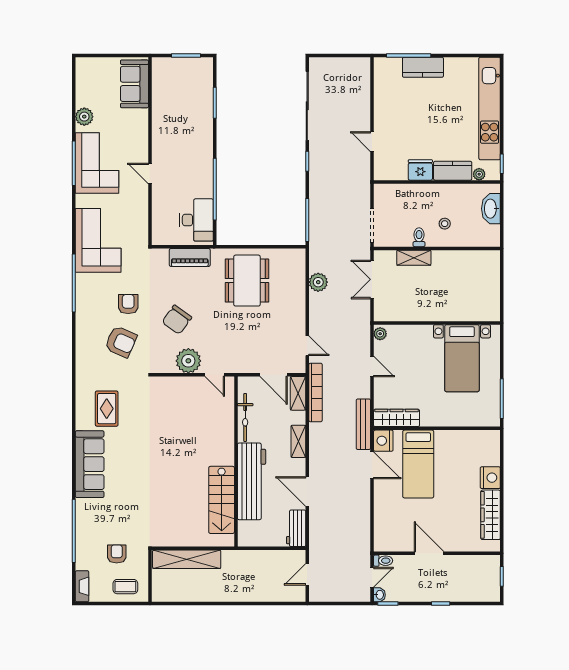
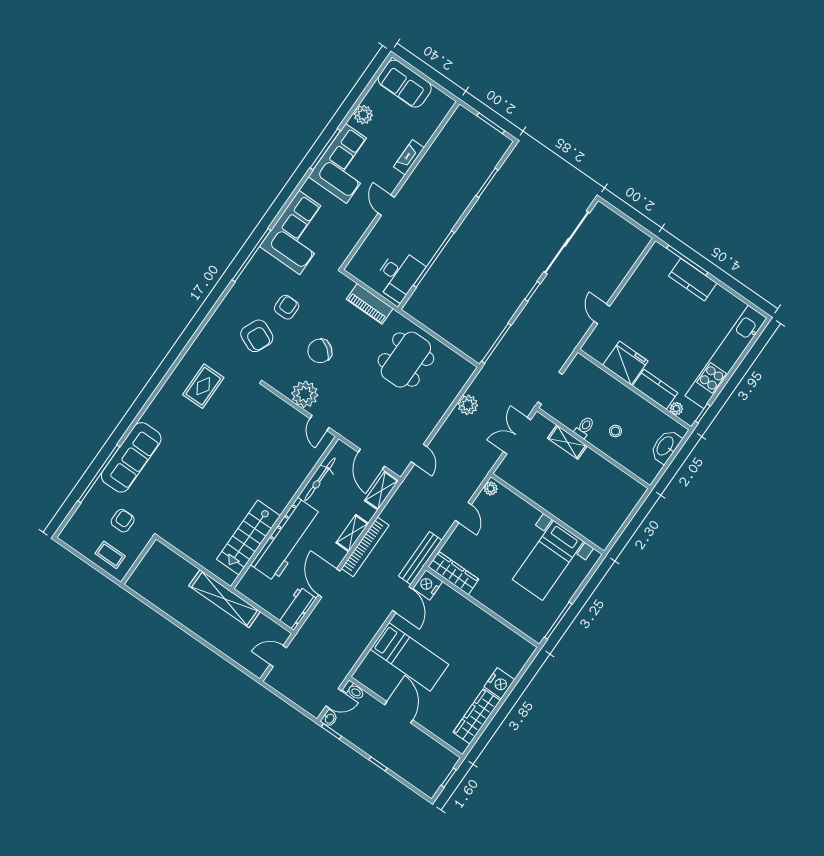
sofa: (134, 84) -> (405, 84), moved, turned -90
fridge: (420, 170) -> (625, 363), width x1.36, depth x1.34
bookcase: (316, 392) -> (365, 547), moved
sofa: (90, 464) -> (131, 457), moved
bed: (418, 464) -> (410, 657), moved, turned -90
shelving: (187, 559) -> (224, 599), moved
fireplace: (82, 586) -> (409, 157), moved, turned 180

